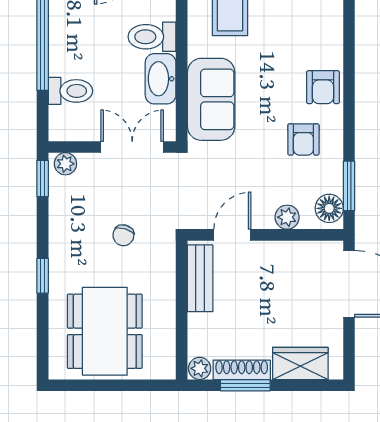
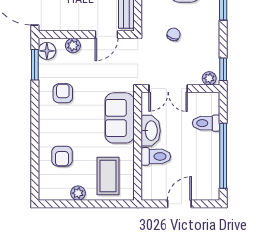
armchair: (323, 87) -> (62, 156), moved, turned 180

